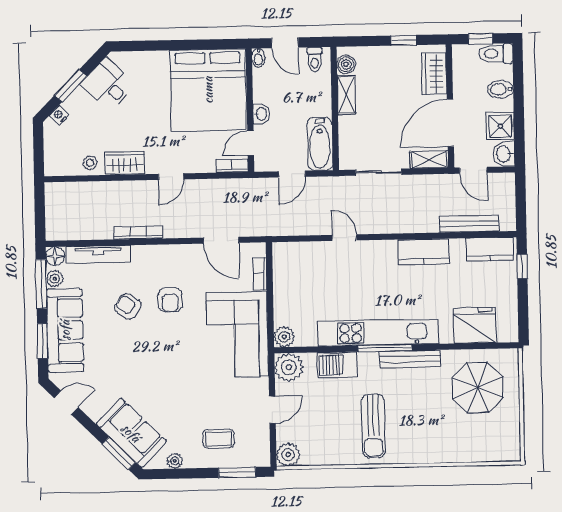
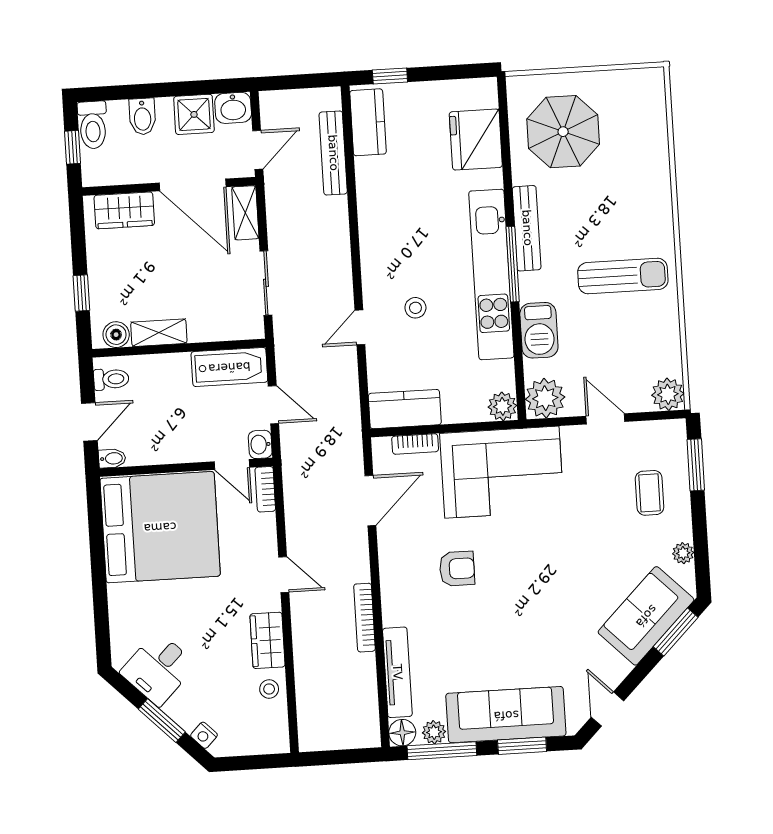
window: (404, 40) -> (81, 293), moved
washbasin: (261, 114) -> (260, 444), moved, turned -90
kitchen counter: (423, 252) -> (405, 409), moved, turned -90
stool: (357, 278) -> (415, 308), added
armchair: (128, 306) -> (469, 628), removed

